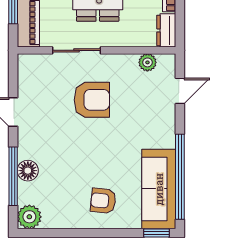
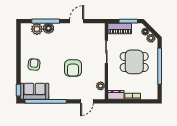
door: (180, 91) -> (87, 101), hinge flipped
armchair: (92, 100) -> (73, 68), moved
sofa: (159, 189) -> (35, 91), width x0.73
plant: (29, 217) -> (37, 29), moved

